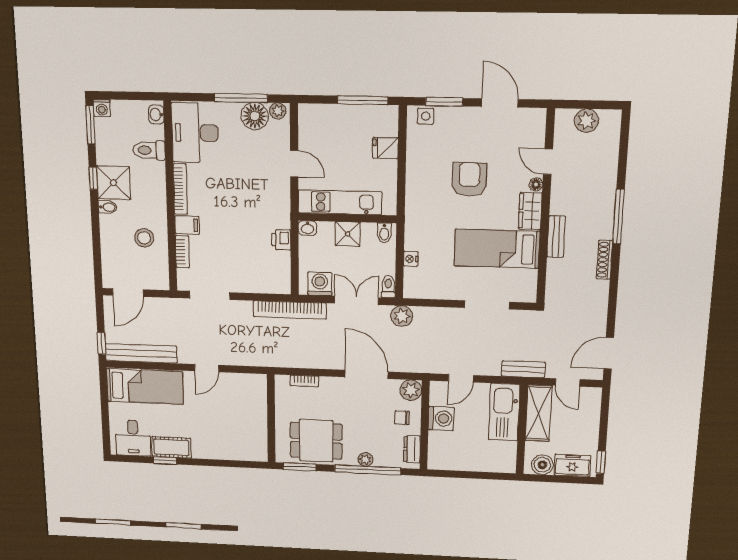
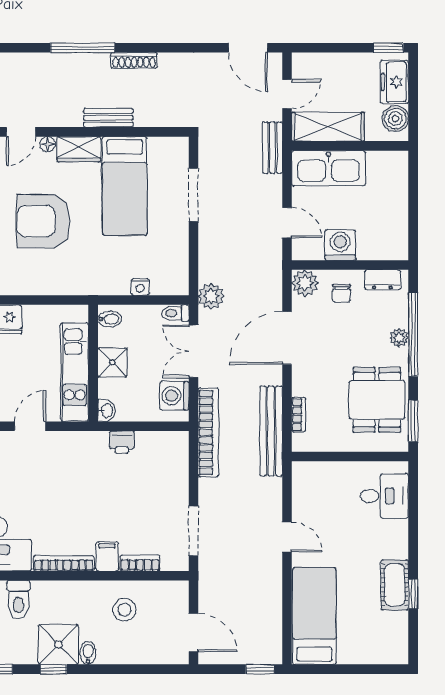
armchair: (469, 179) -> (44, 221), width x1.36, depth x1.36
bench: (141, 353) -> (271, 431), moved
desk: (133, 438) -> (384, 496), moved

